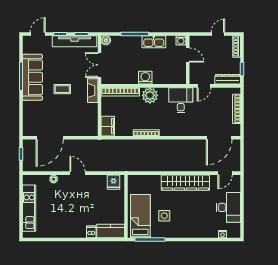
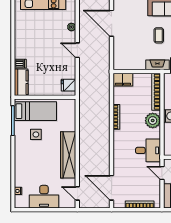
door: (78, 173) -> (77, 50), swing flipped

